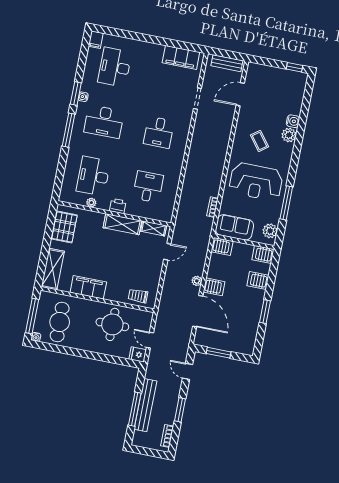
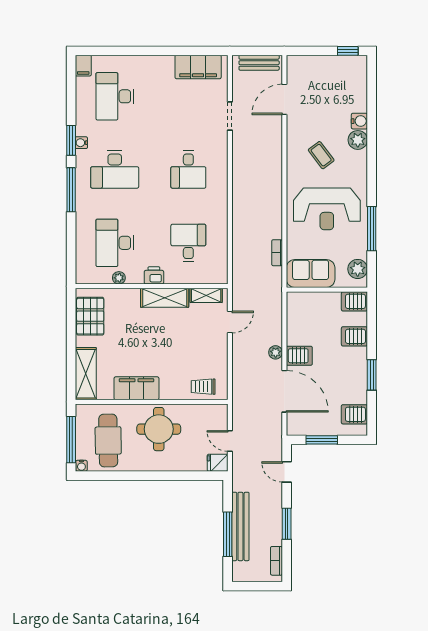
server rack: (222, 246) -> (354, 414), moved, turned 180
round table: (112, 324) -> (159, 429), moved

